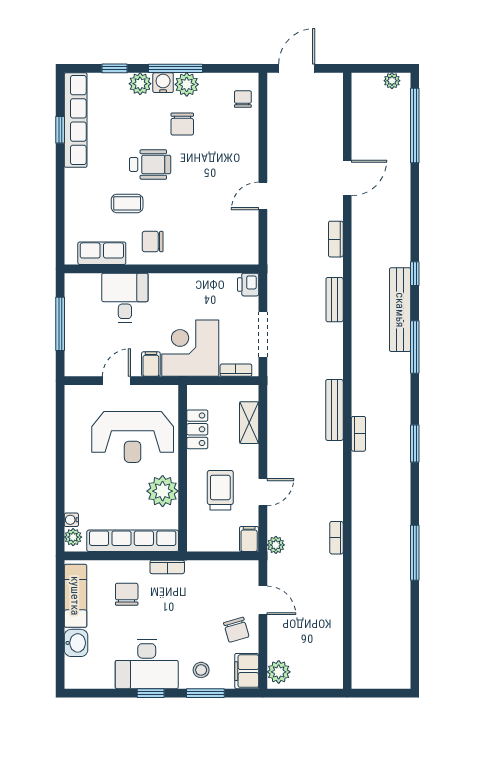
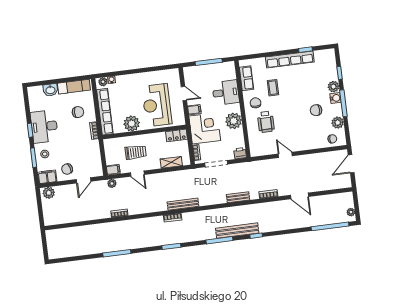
door: (297, 68) -> (351, 164), swing flipped
plant: (187, 84) -> (338, 123), moved
row of seats: (76, 120) -> (290, 59), moved
wheelchair: (150, 164) -> (266, 122), moved
plant: (183, 289) -> (234, 121), added
locker: (197, 429) -> (177, 135), moved

